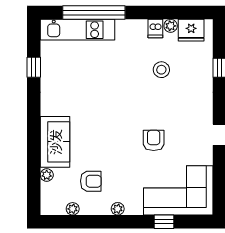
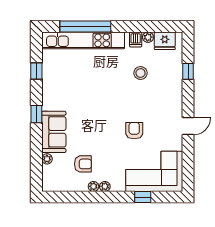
kitchen unit: (77, 30) -> (83, 40), width x1.36
window: (34, 120) -> (36, 114), added
plant: (73, 209) -> (93, 186), moved

